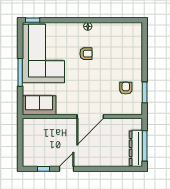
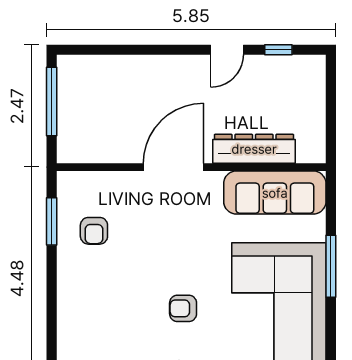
sofa: (39, 105) -> (275, 193), width x1.36
dresser: (136, 148) -> (254, 149), moved, turned -90

